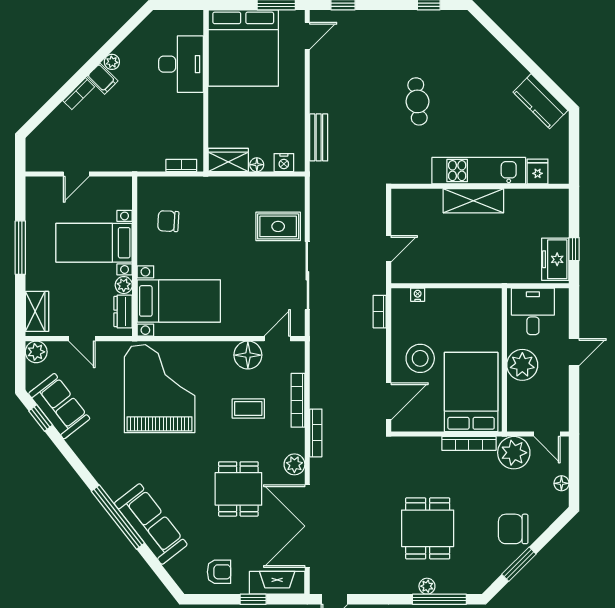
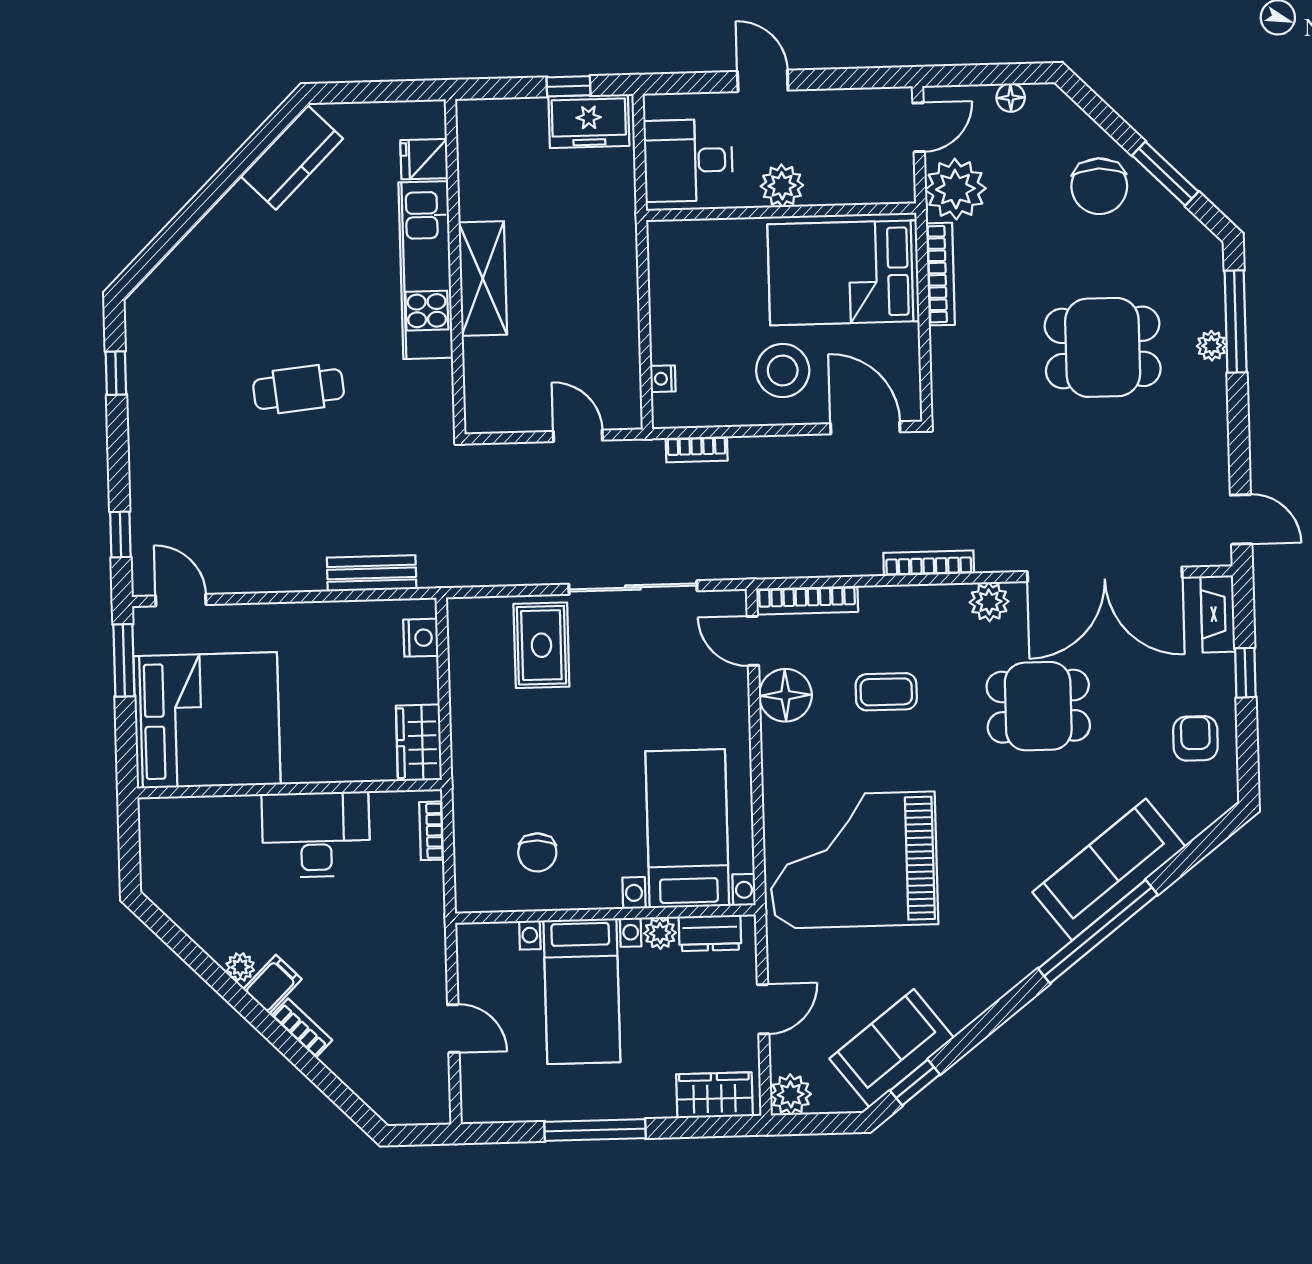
desk: (181, 64) -> (316, 835), moved
floor lamp: (257, 165) -> (426, 689), removed
plant: (522, 365) -> (782, 186), width x0.73, depth x0.73
bookcase: (298, 400) -> (807, 600), moved
coffee table: (248, 409) -> (886, 692), turned 90
fireplace: (277, 583) -> (1218, 614), width x0.73, depth x0.76

